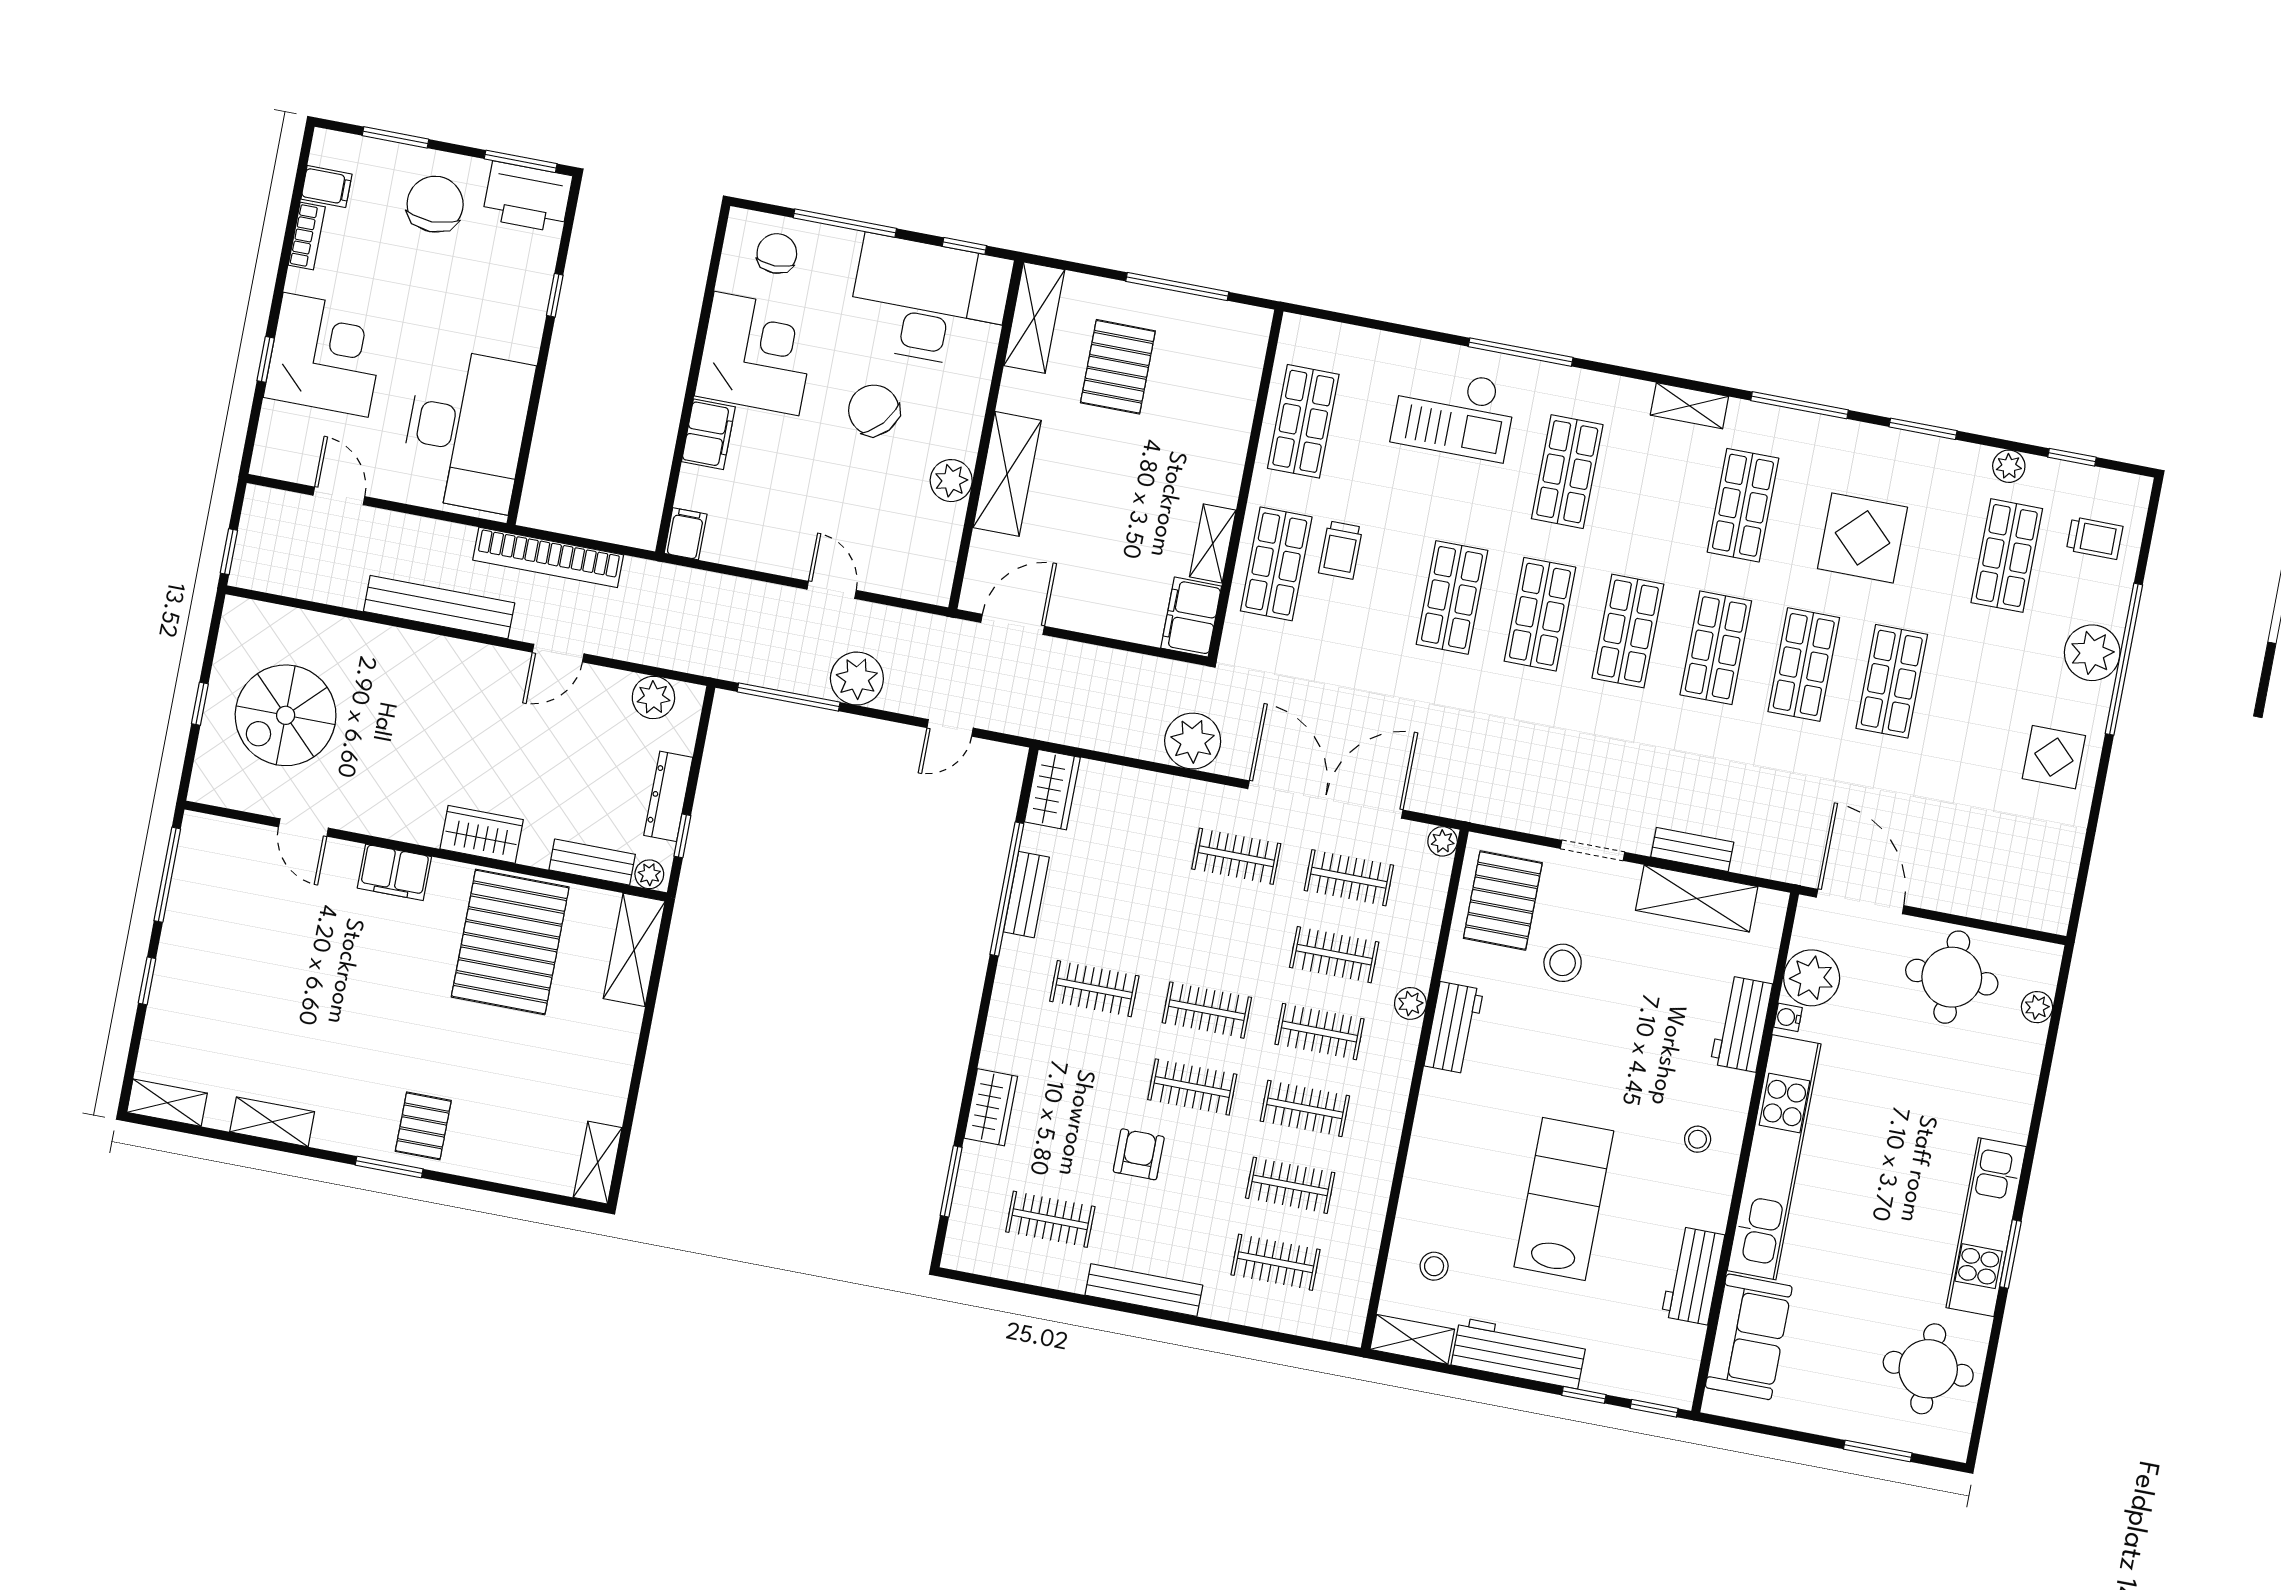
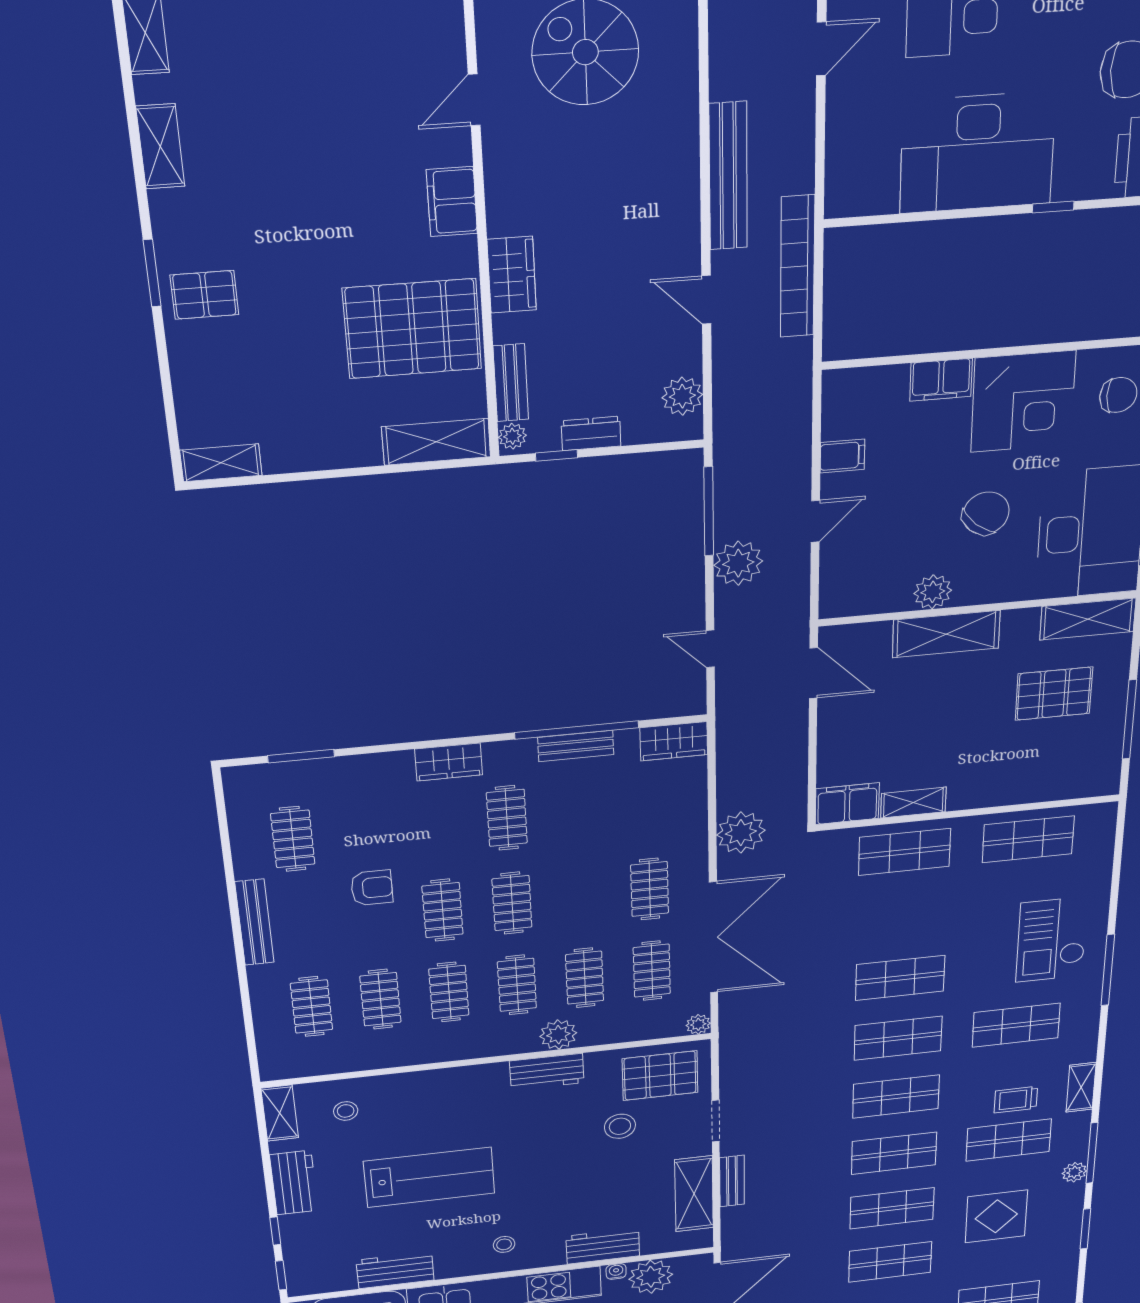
desk: (466, 430) -> (977, 153), moved
plant: (2009, 466) -> (1074, 1172), moved
filing cabinet: (686, 534) -> (842, 456), moved
trolley: (1341, 550) -> (1016, 1100), moved
dresser: (668, 796) -> (591, 433), width x0.70
plant: (1410, 1003) -> (558, 1035), width x1.38, depth x1.38
wardrobe: (991, 1107) -> (449, 762), moved
workbench: (1519, 1353) -> (294, 1183), width x0.73

